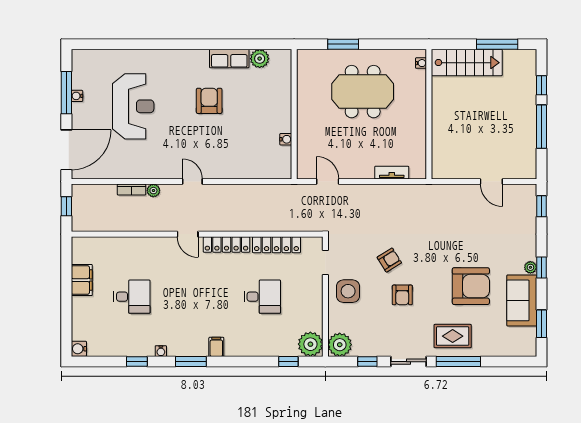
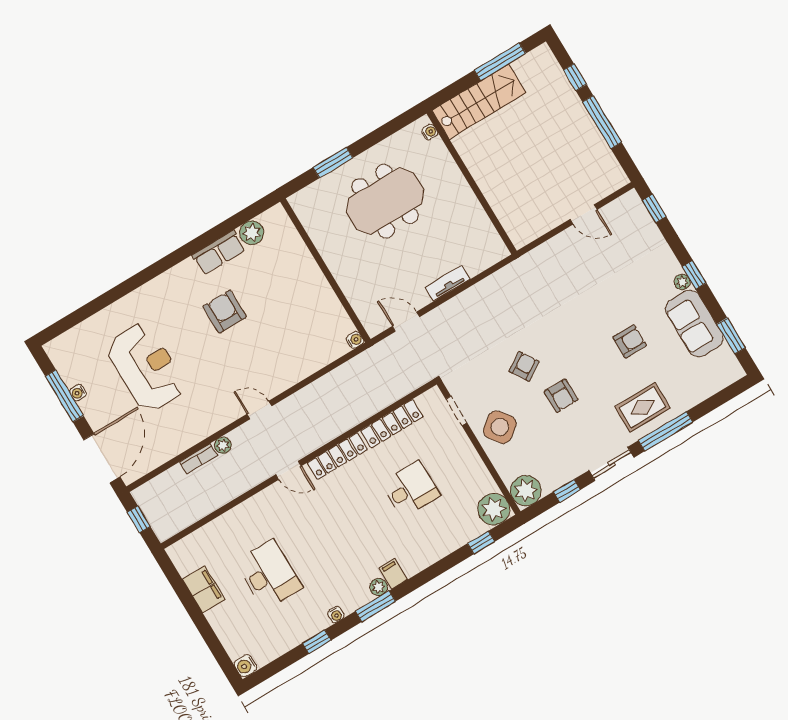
water cooler: (286, 139) -> (355, 340), moved
tv unit: (392, 173) -> (448, 283), moved
armchair: (471, 286) -> (630, 341), width x0.53, depth x0.53
side table: (348, 291) -> (500, 427), turned -37
desk: (132, 297) -> (269, 575), width x1.37
plant: (201, 350) -> (379, 587), added

